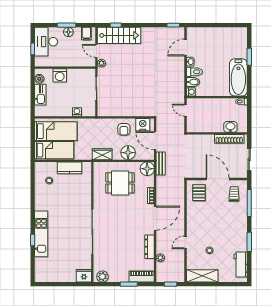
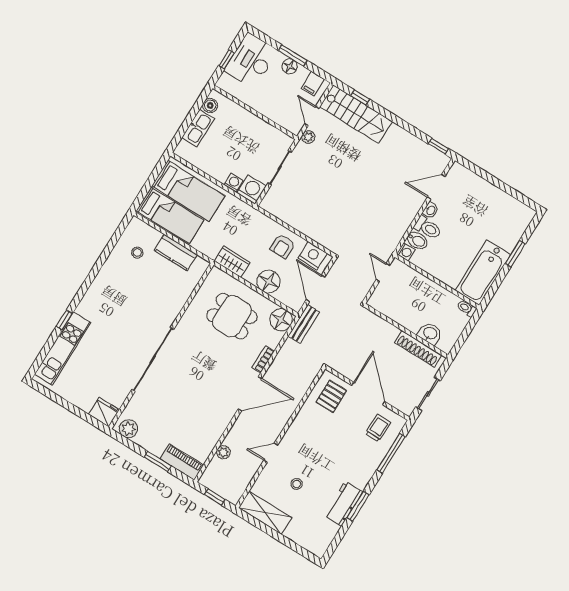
washing machine: (60, 75) -> (252, 190), moved, turned 180
kitchen unit: (41, 234) -> (63, 348), moved
dresser: (149, 247) -> (218, 428), removed
workbench: (241, 264) -> (343, 504), moved

